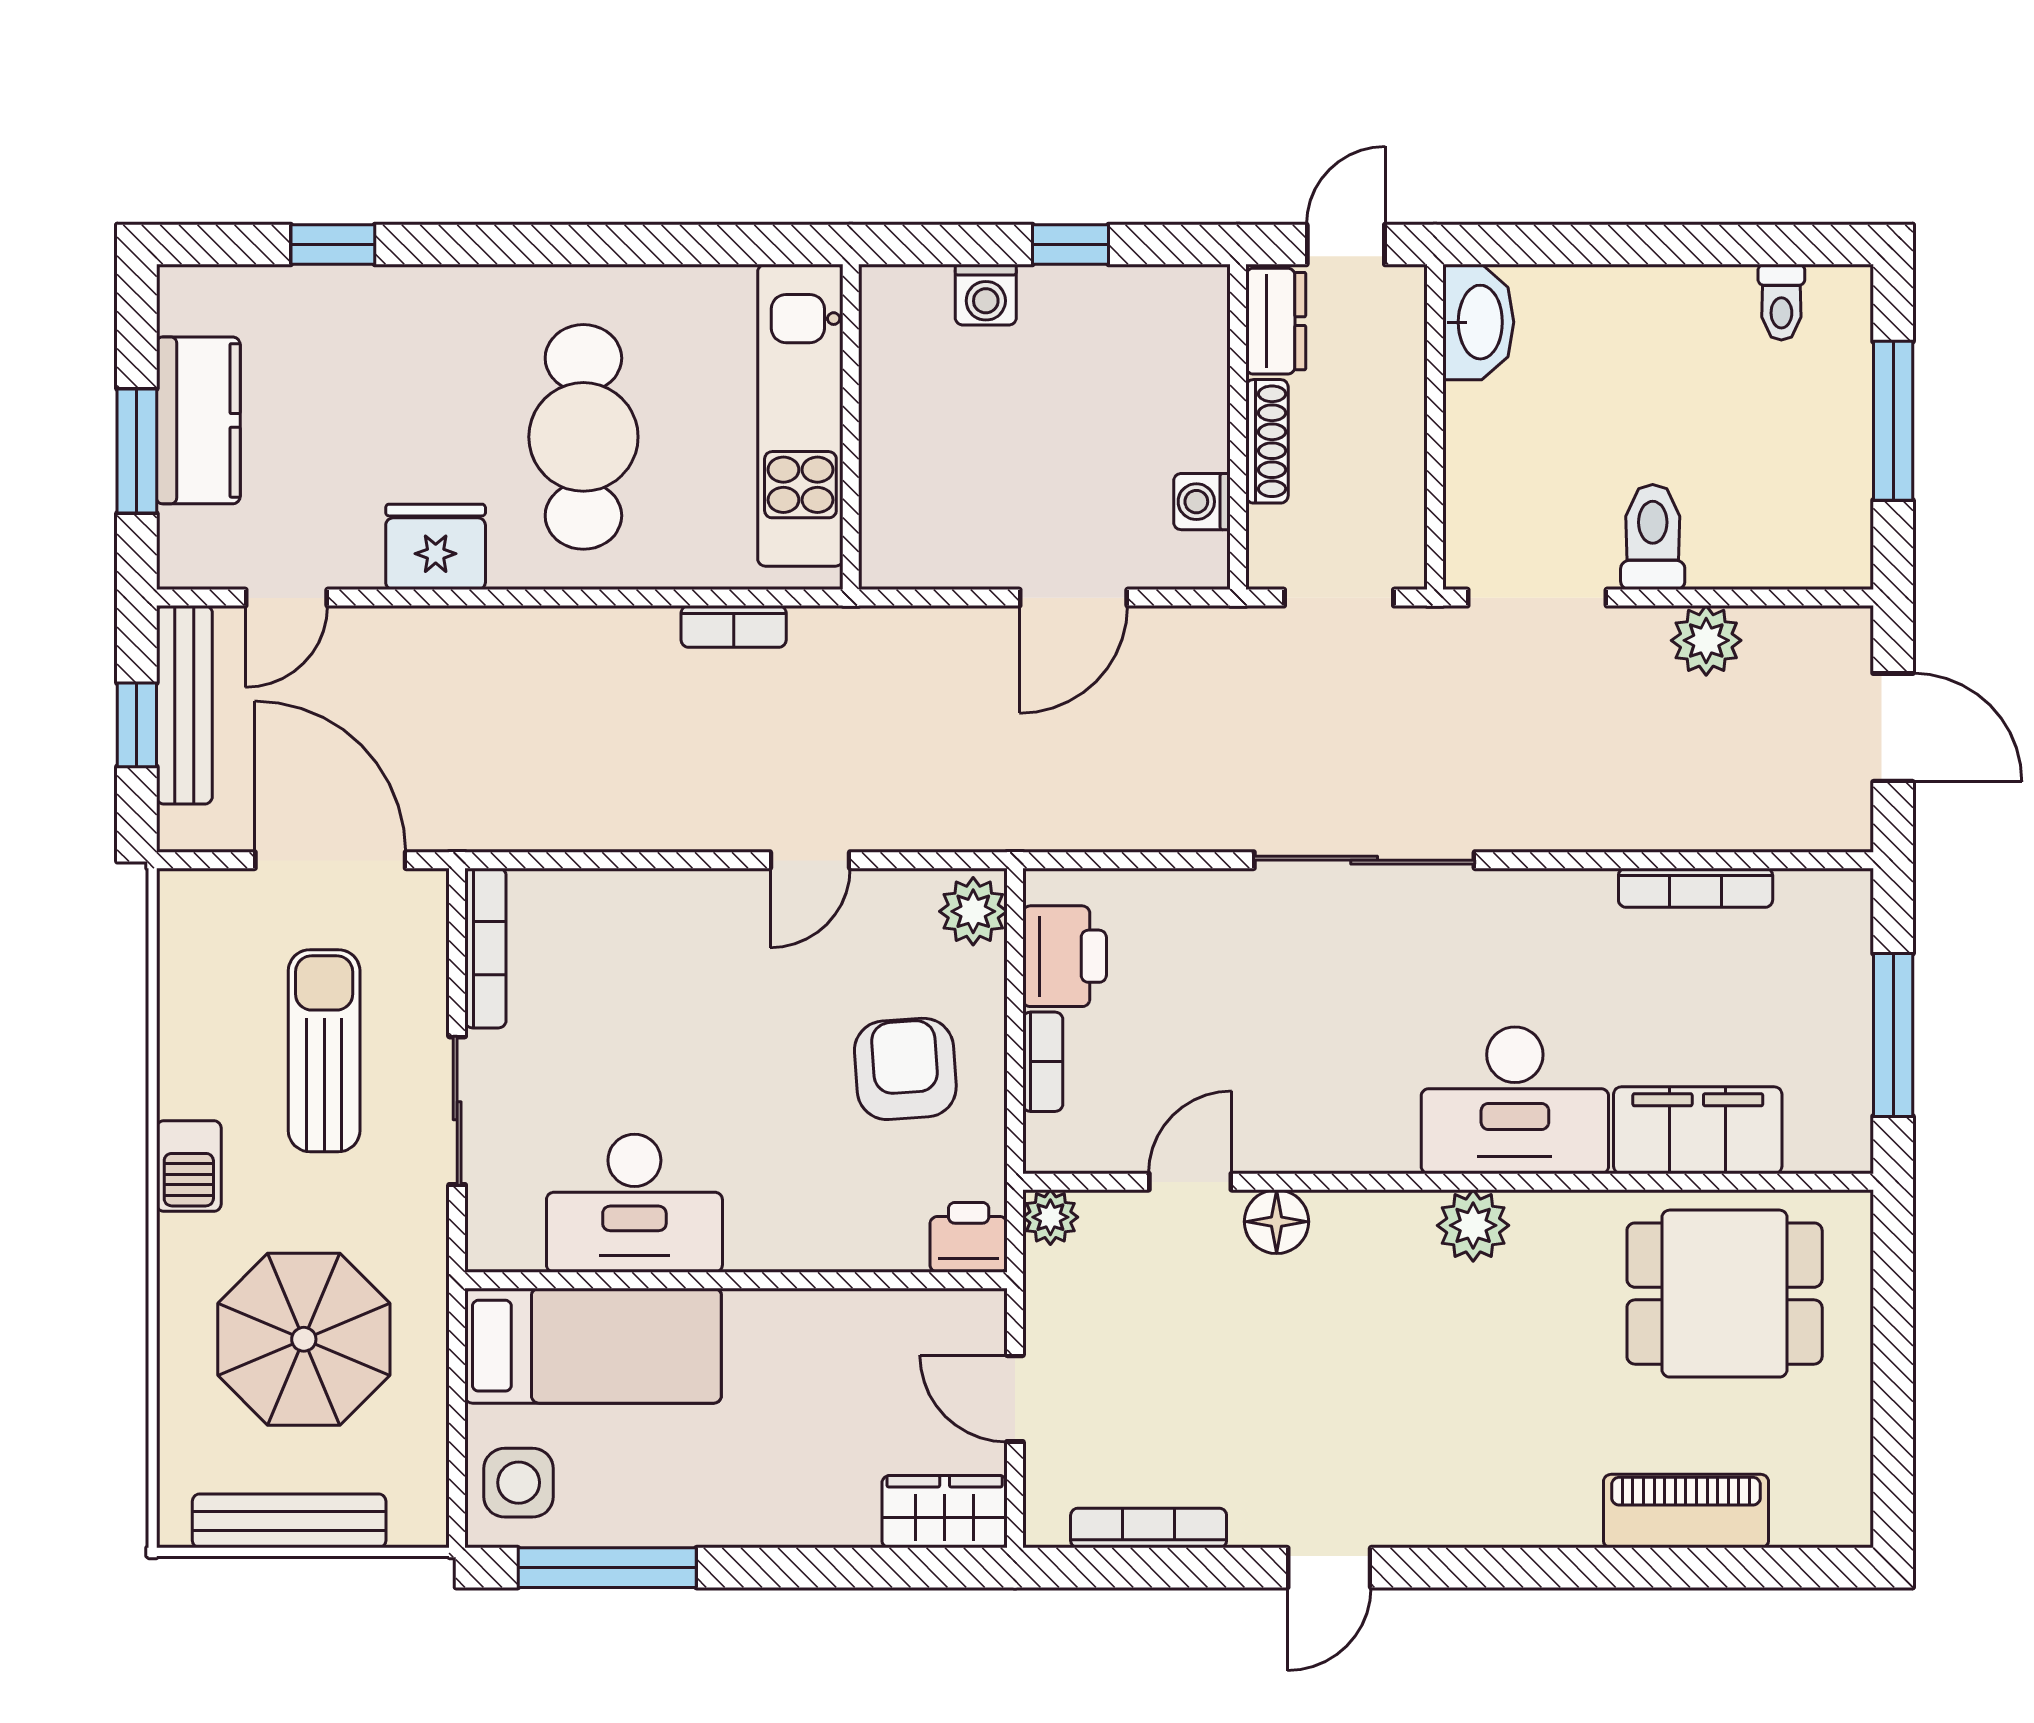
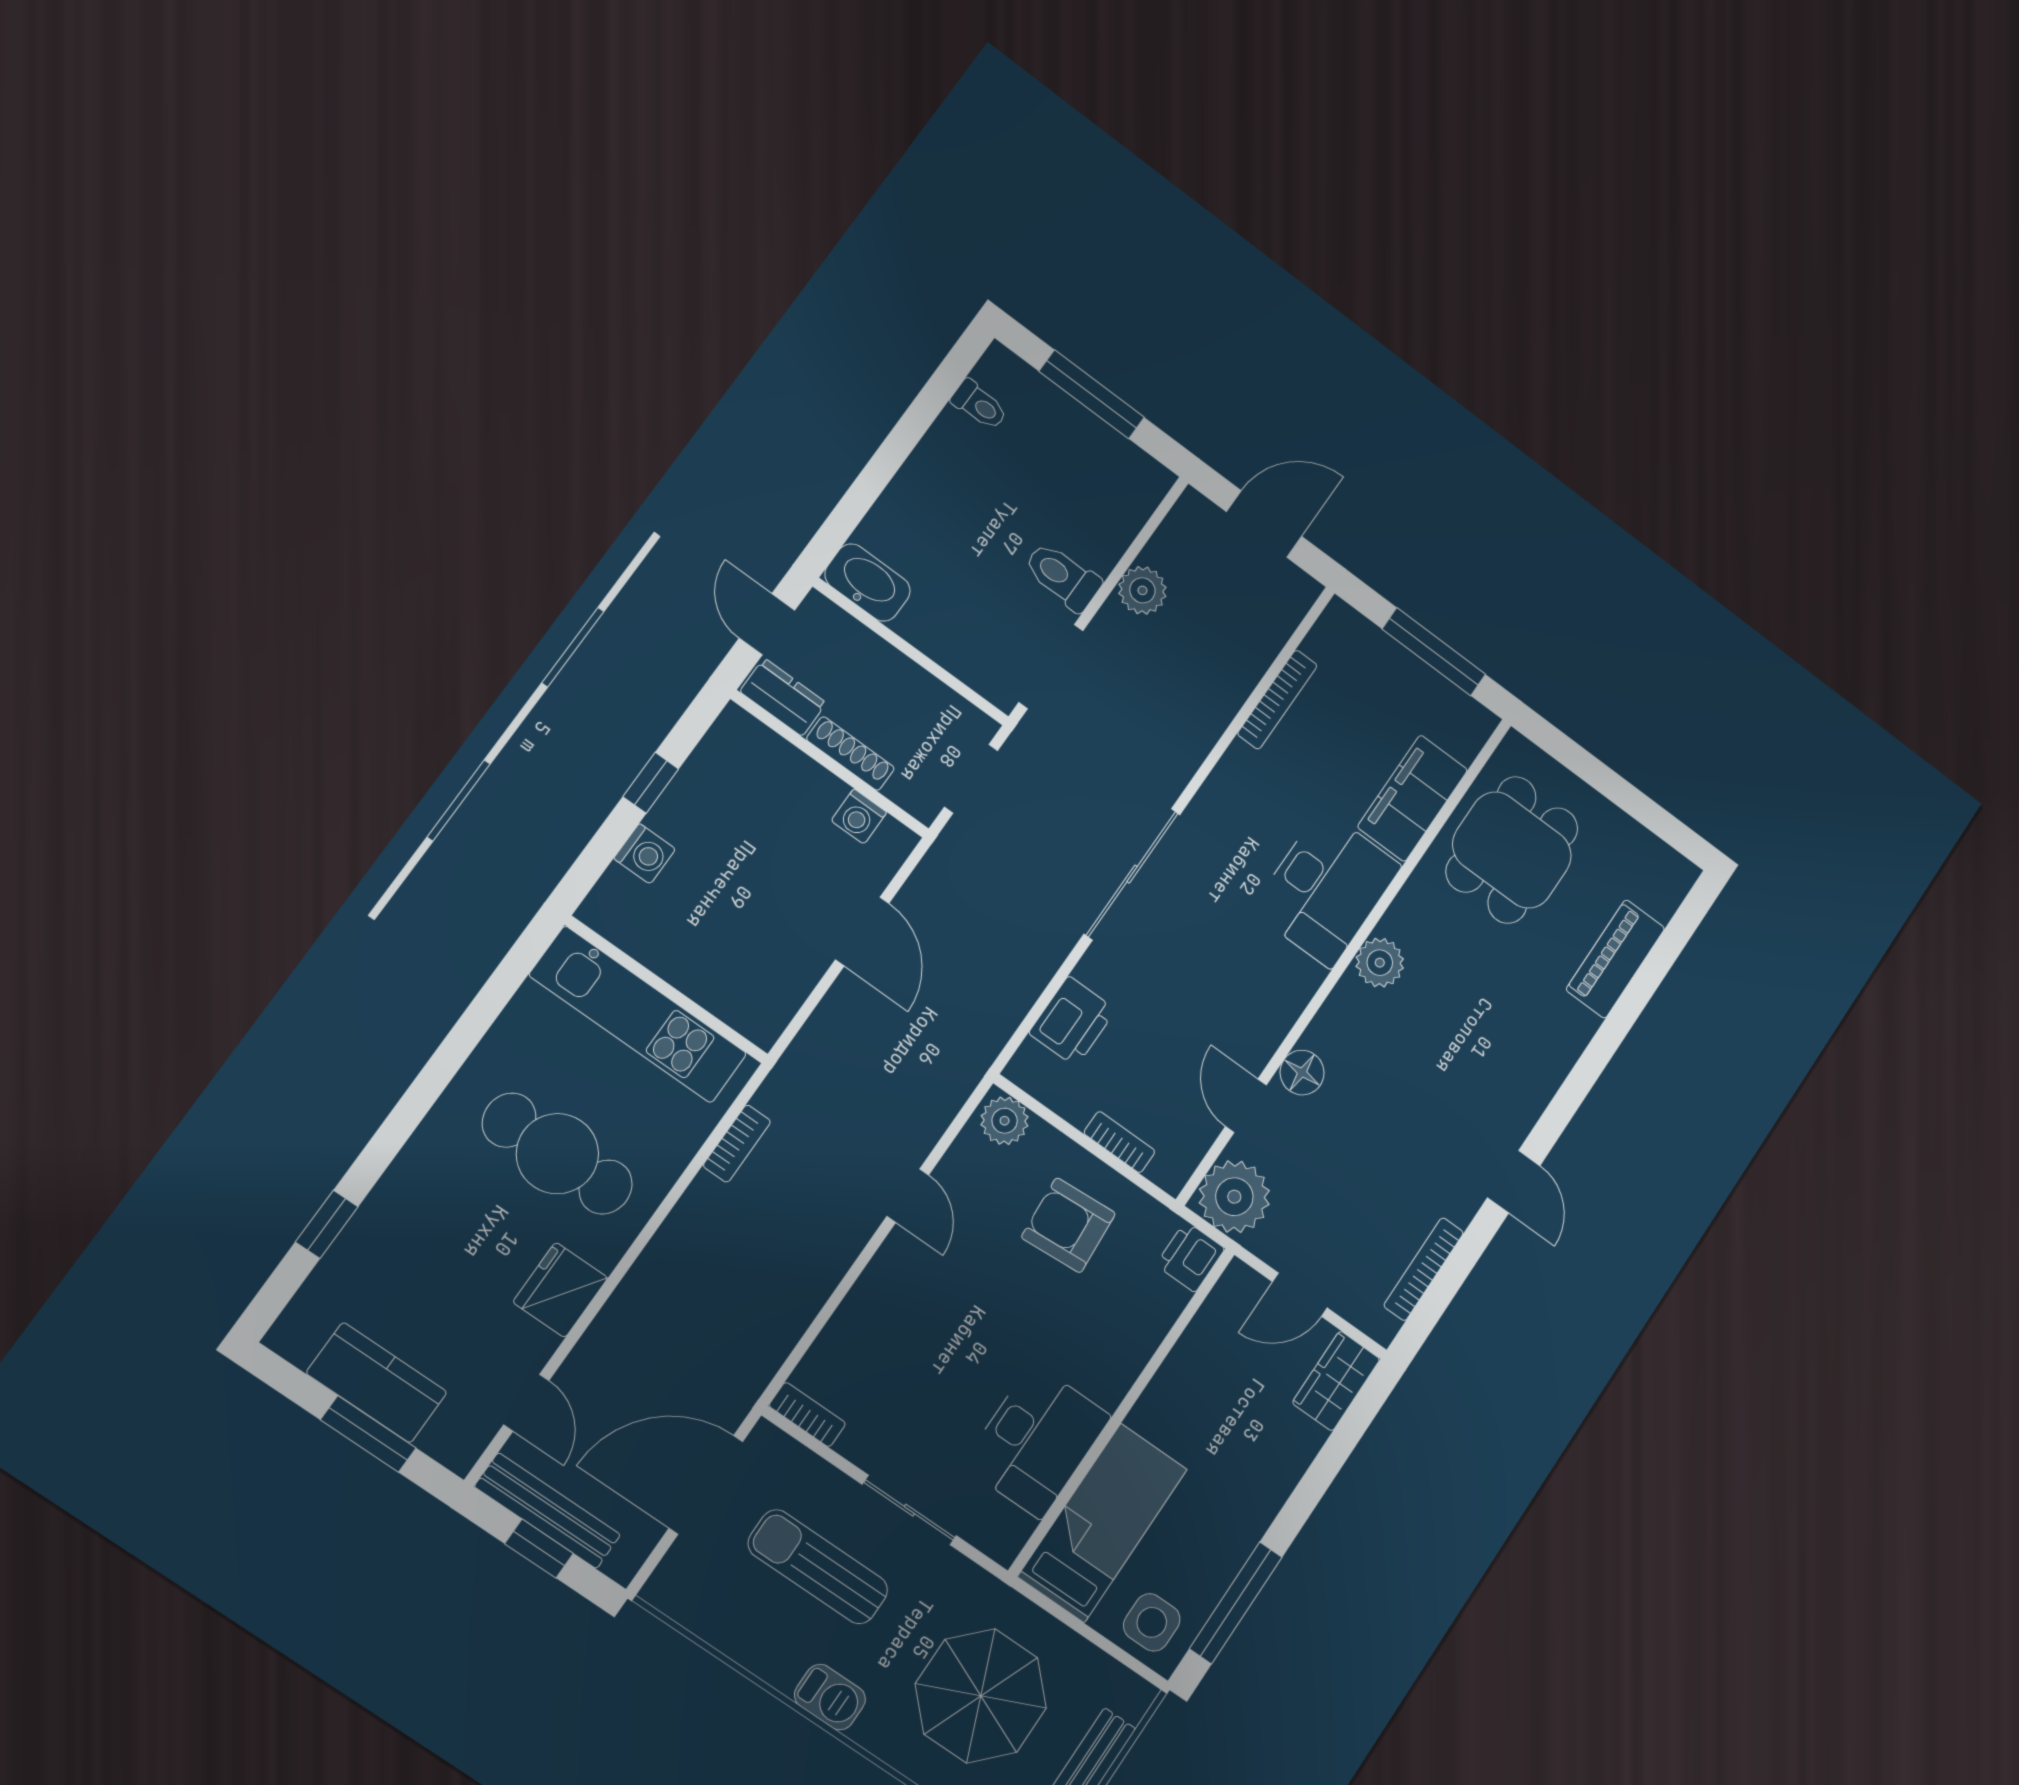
bookcase: (485, 948) -> (807, 1415), width x0.64
printer: (1065, 956) -> (1072, 1021), moved, turned 90
plant: (1050, 1217) -> (1234, 1197), width x1.87, depth x1.87

